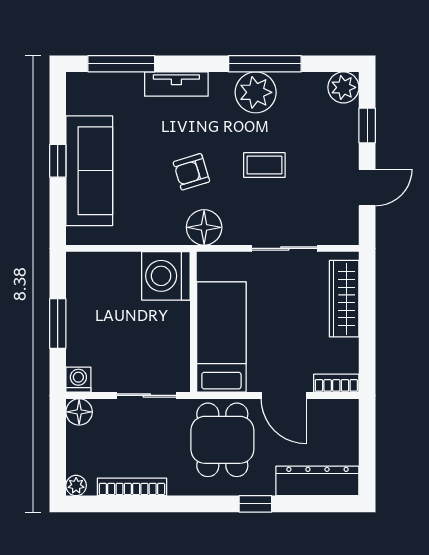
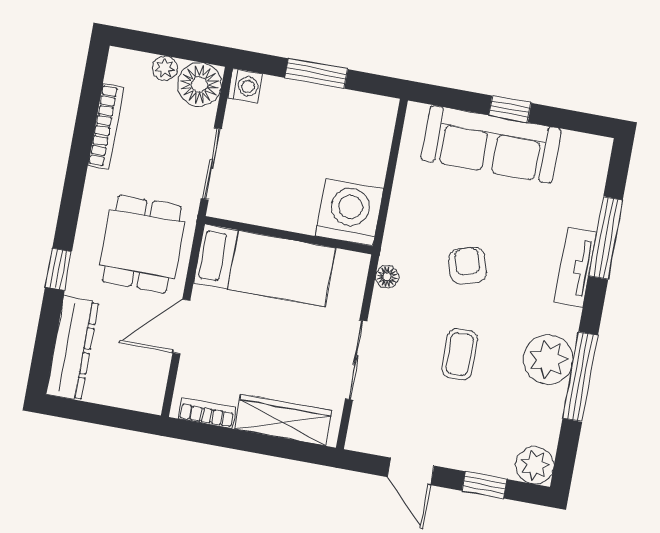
window: (121, 64) -> (606, 238), moved
floor lamp: (204, 227) -> (387, 277), width x0.53, depth x0.53
bookcase: (336, 383) -> (207, 413), moved, turned -90
floor lamp: (79, 412) -> (199, 84), width x1.38, depth x1.38
dining table: (222, 440) -> (142, 244), turned 90
plant: (76, 486) -> (165, 68), moved

